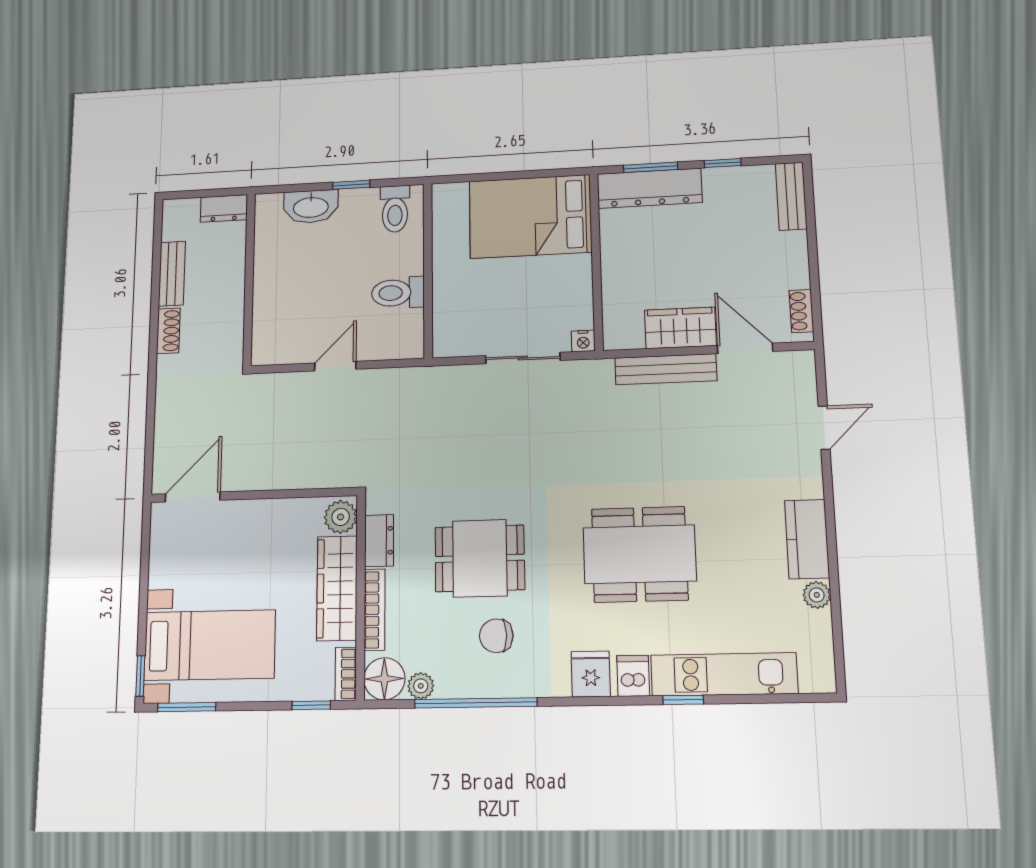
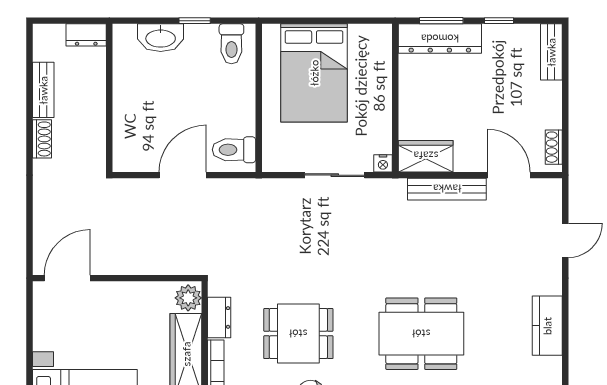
bed: (530, 216) -> (314, 73), moved, turned -90
toilet: (398, 293) -> (234, 150), moved
wardrobe: (680, 328) -> (426, 156), moved
door: (335, 366) -> (183, 175), width x1.38
plant: (817, 595) -> (552, 368), removed

